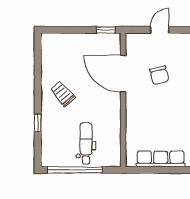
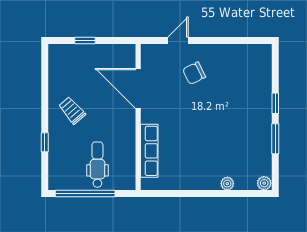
window: (106, 30) -> (85, 40), moved
chair: (159, 75) -> (194, 73), moved, turned 77
row of seats: (161, 159) -> (149, 151), moved, turned 90

